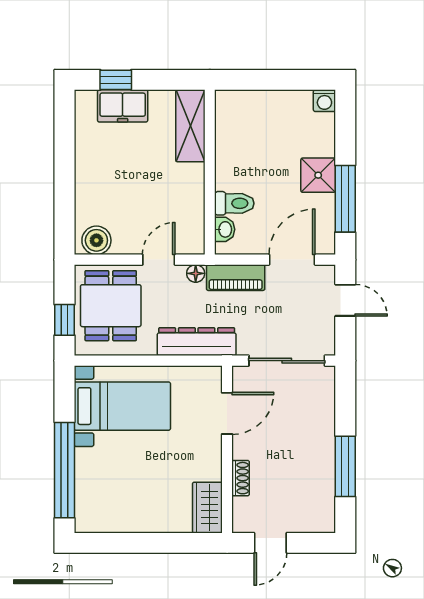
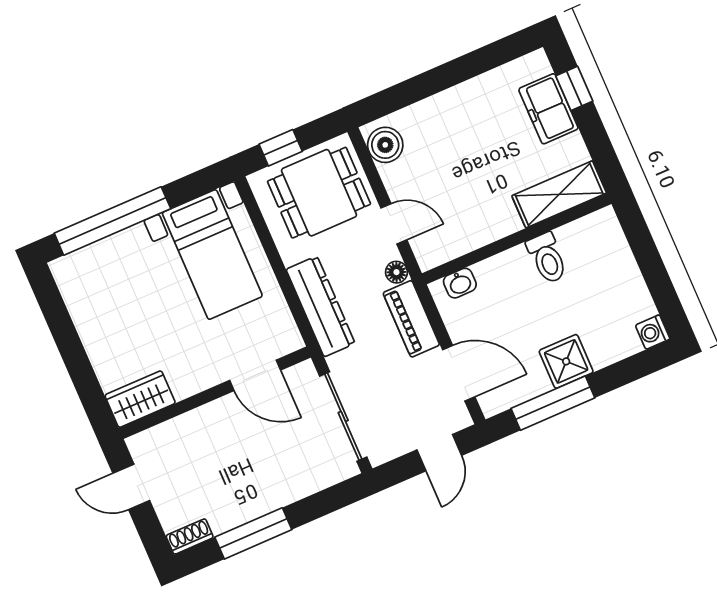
toilet: (234, 203) -> (547, 258), moved
shoe rack: (241, 478) -> (190, 537), moved, turned 180

